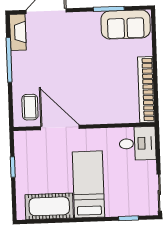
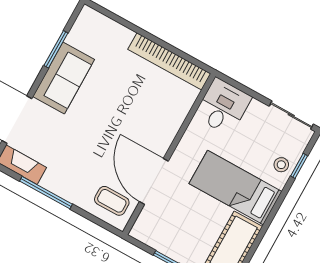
sofa: (126, 24) -> (64, 78), moved
door: (60, 127) -> (154, 181), hinge flipped
stool: (122, 206) -> (281, 165), added

